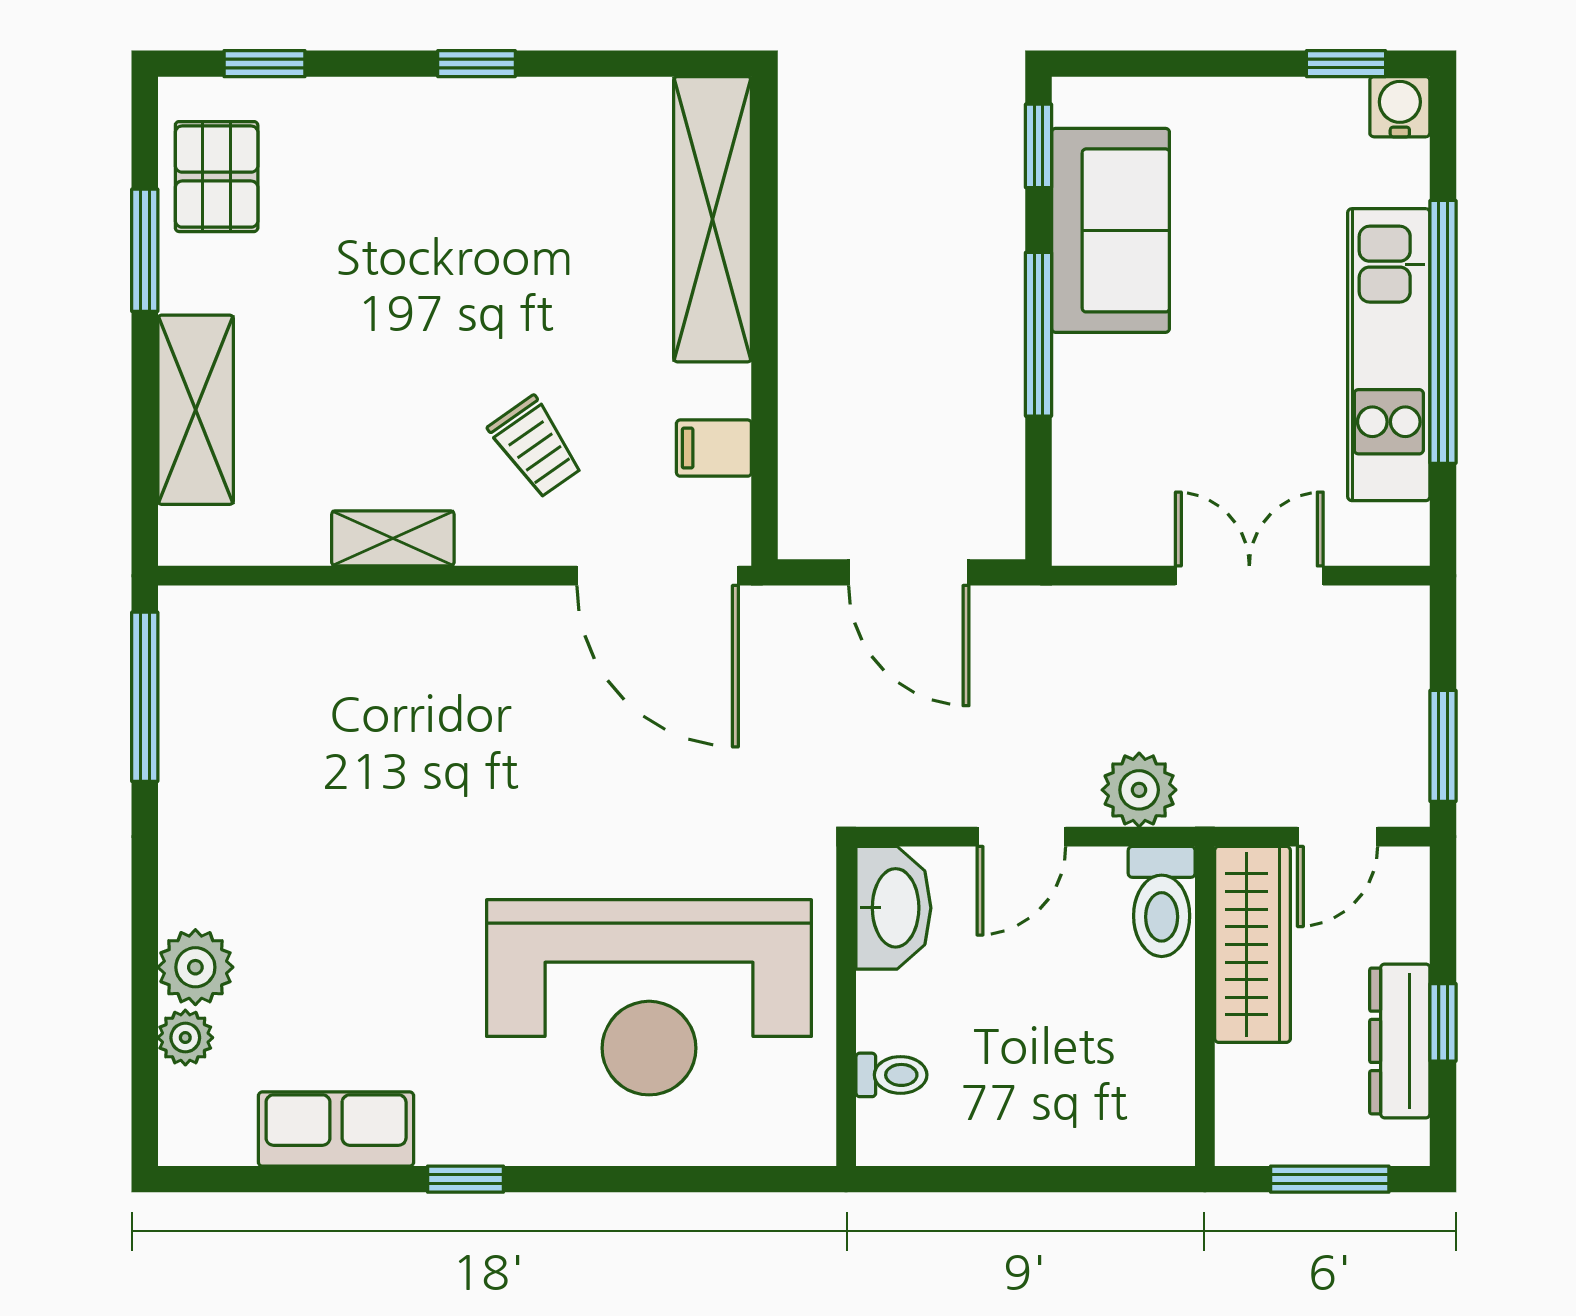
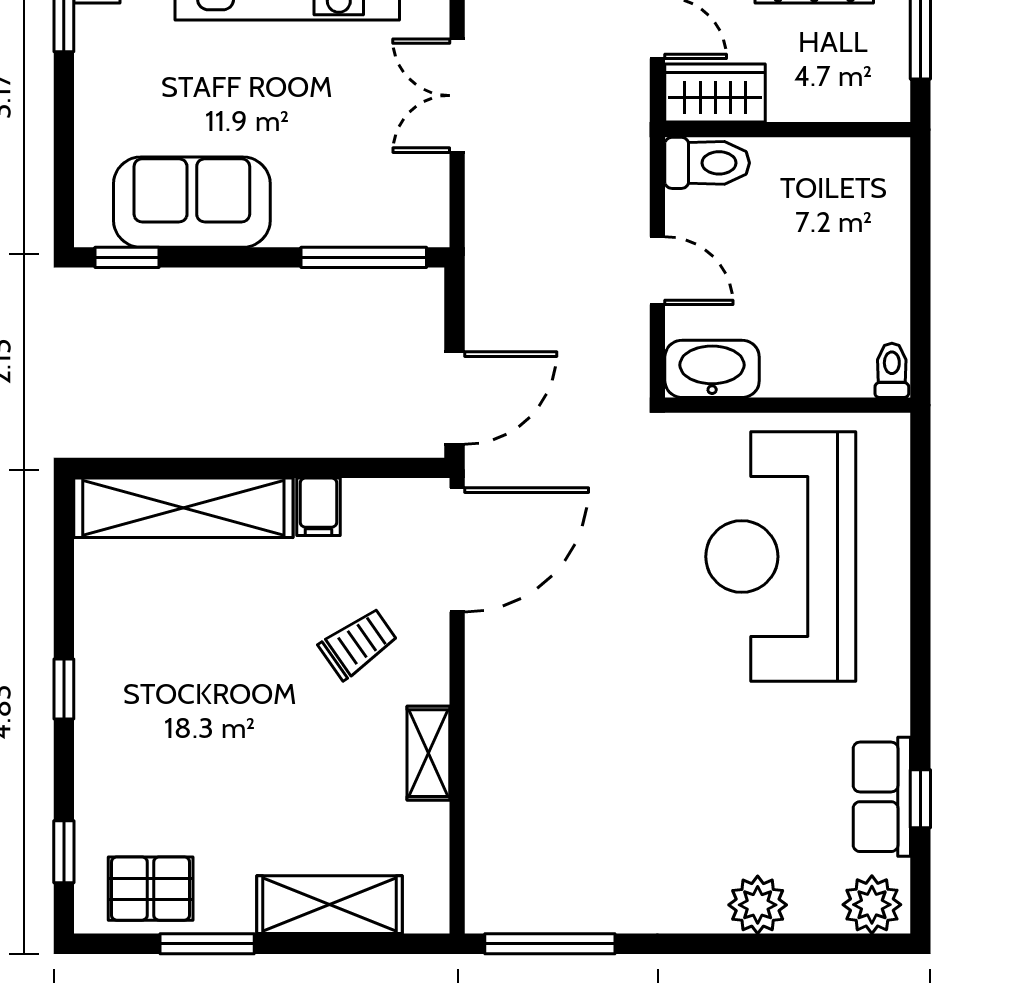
window: (1039, 334) -> (364, 257), moved
filing cabinet: (714, 448) -> (318, 507), moved
door: (909, 572) -> (455, 398), moved
plant: (1139, 790) -> (622, 180), removed
wardrobe: (1253, 944) -> (715, 93), width x0.67
reception desk: (649, 997) -> (781, 557), turned 180
plant: (185, 1038) -> (872, 905), moved, width x1.38, depth x1.38
toilet: (891, 1075) -> (892, 370), moved
window: (465, 1179) -> (920, 799), moved

